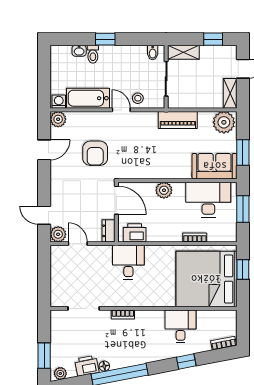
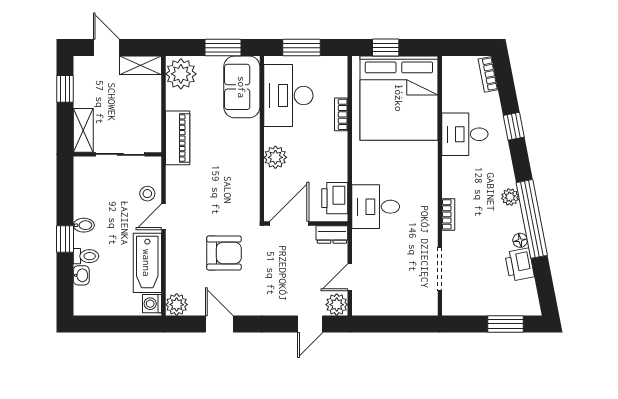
bidet: (153, 53) -> (84, 225), moved
plant: (60, 373) -> (510, 197), moved

